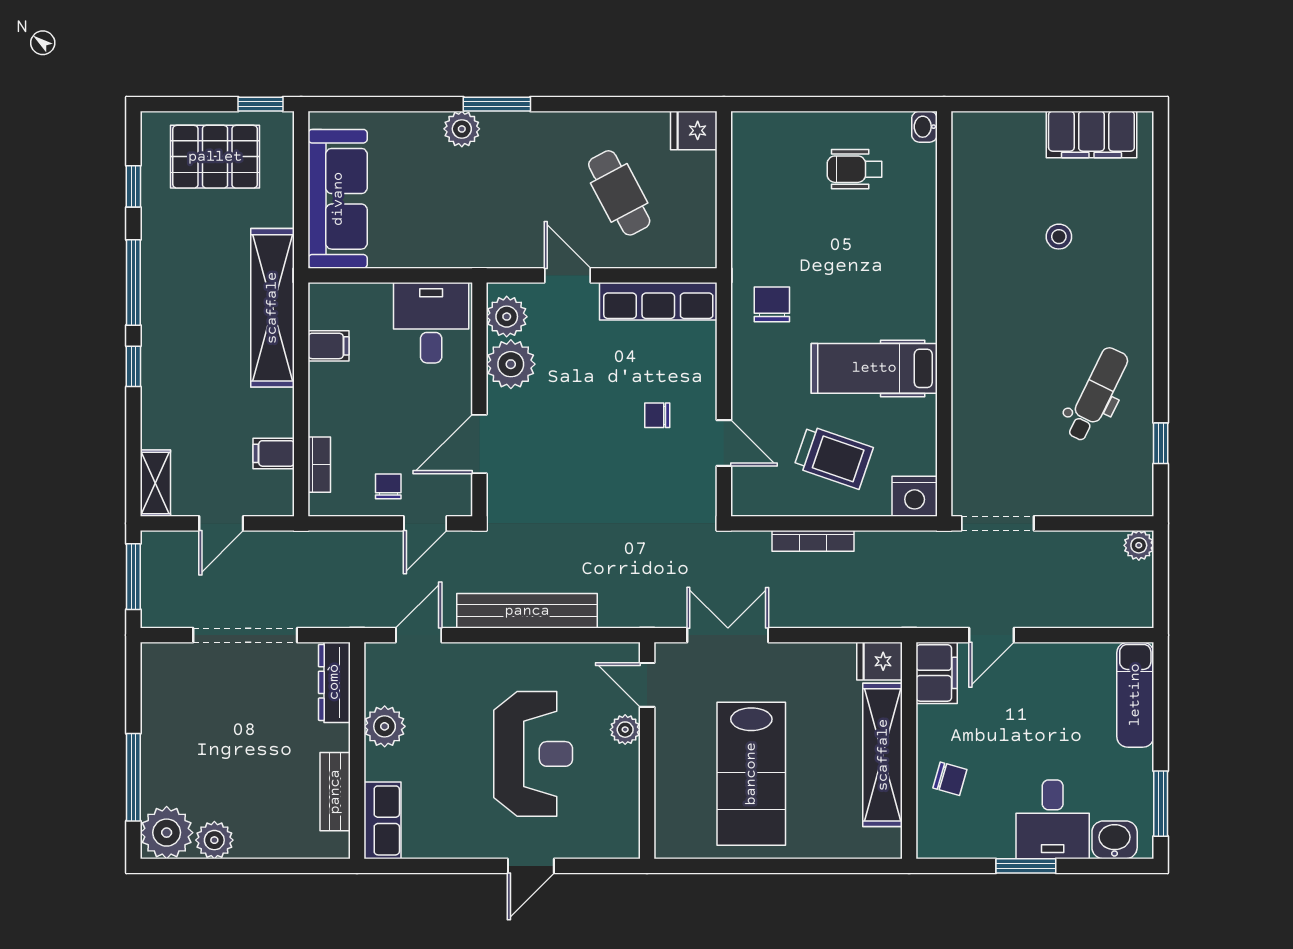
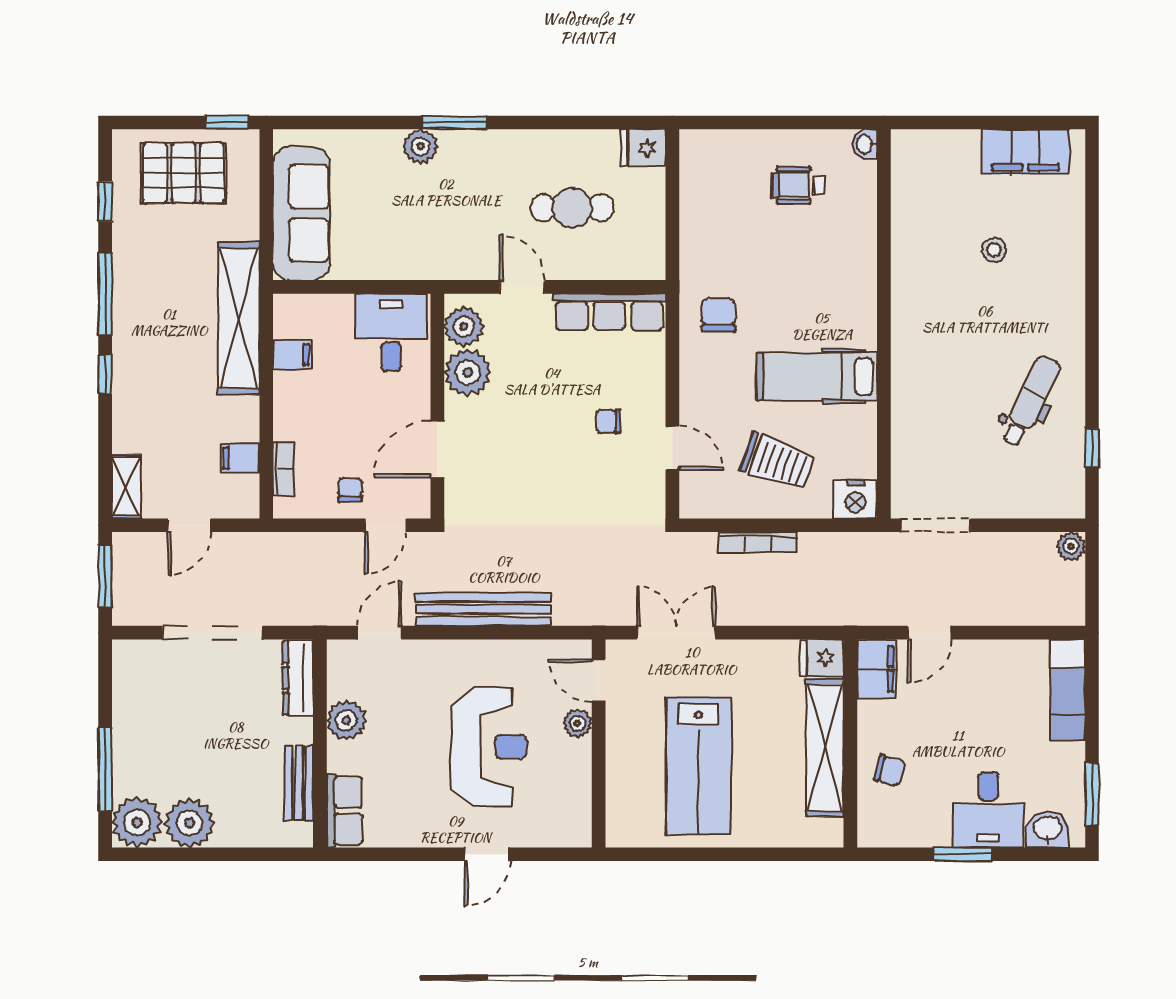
cafe table: (619, 193) -> (572, 208), turned -62
plant: (214, 840) -> (189, 823), width x1.36, depth x1.36

